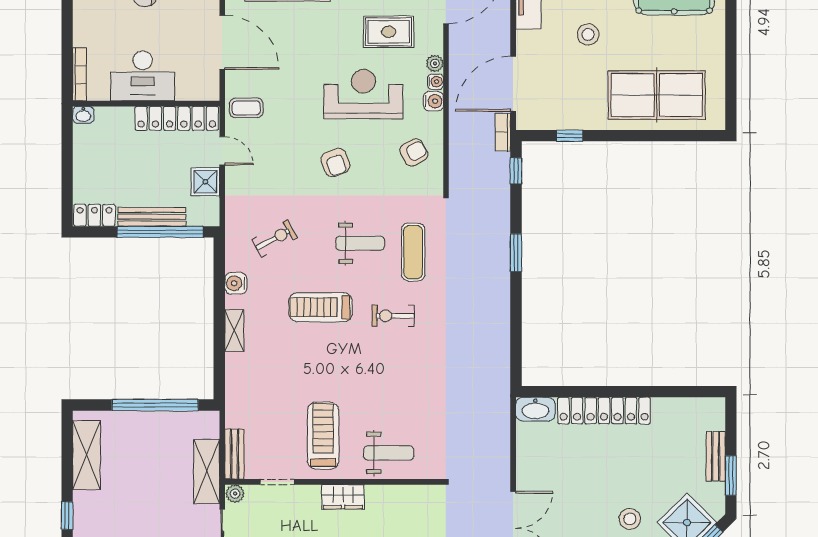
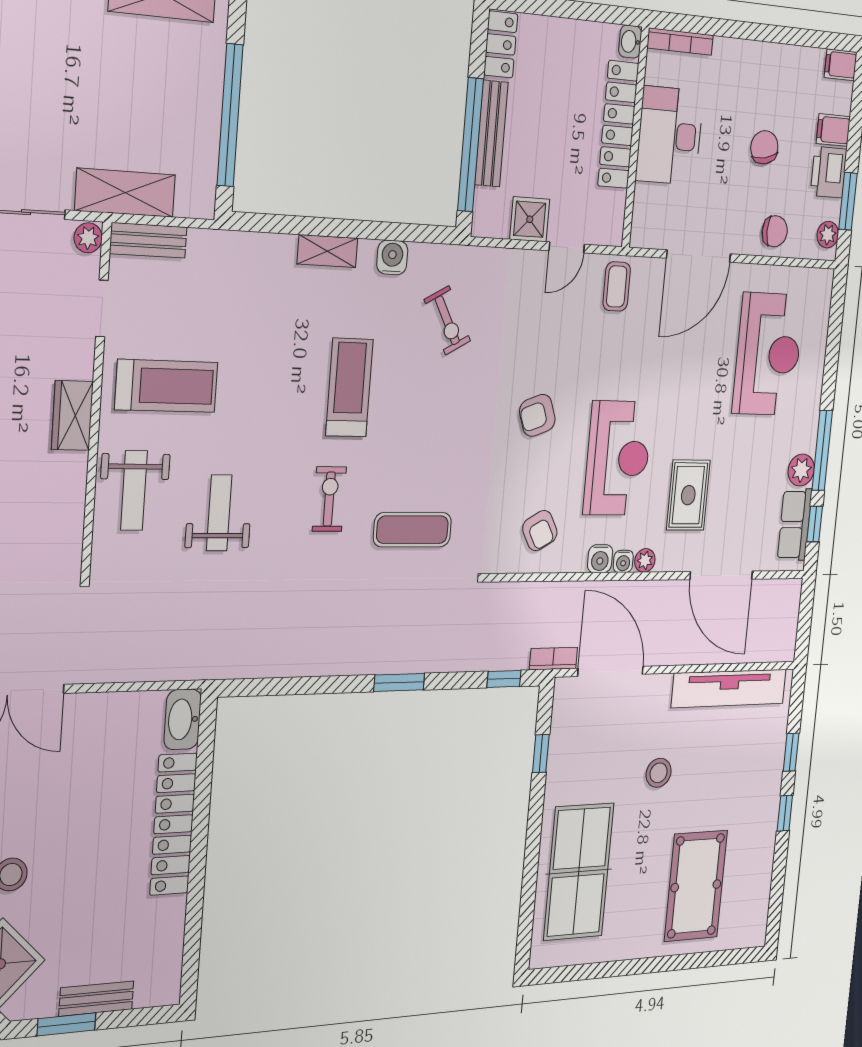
locker: (177, 118) -> (618, 125), moved
weight bench: (360, 243) -> (219, 513), moved, turned 180

